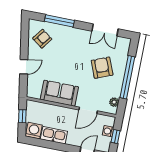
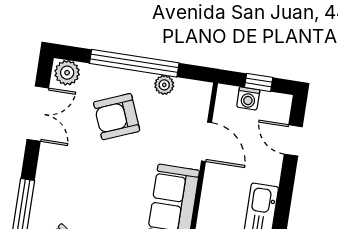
plant: (124, 45) -> (67, 73), added
plant: (114, 102) -> (164, 85), moved

